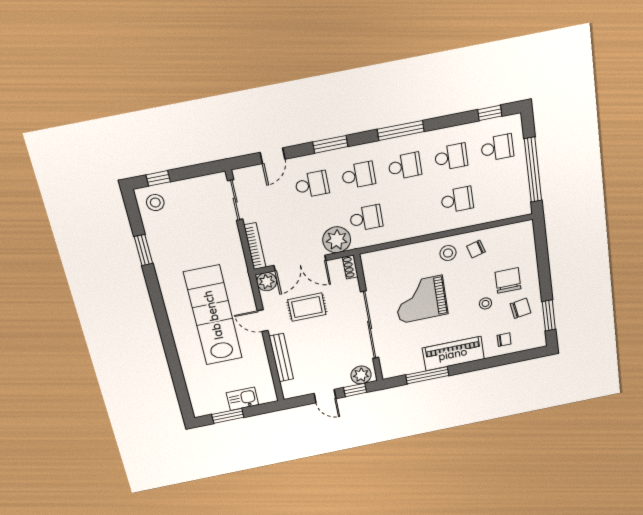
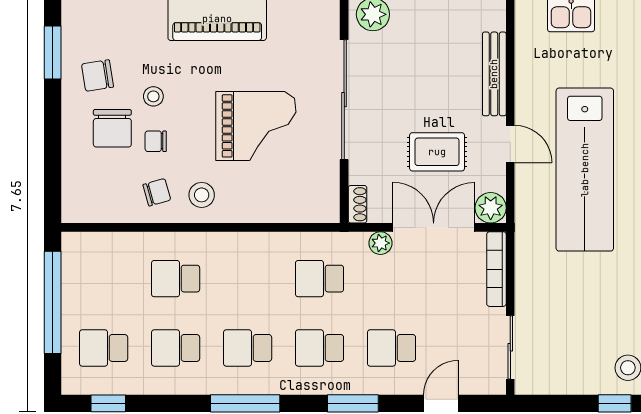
plant: (337, 240) -> (380, 243), width x0.53, depth x0.53
chair: (504, 340) -> (156, 141), moved

